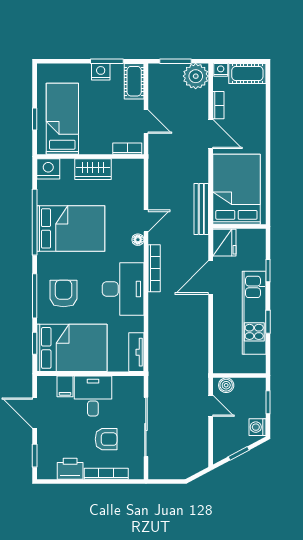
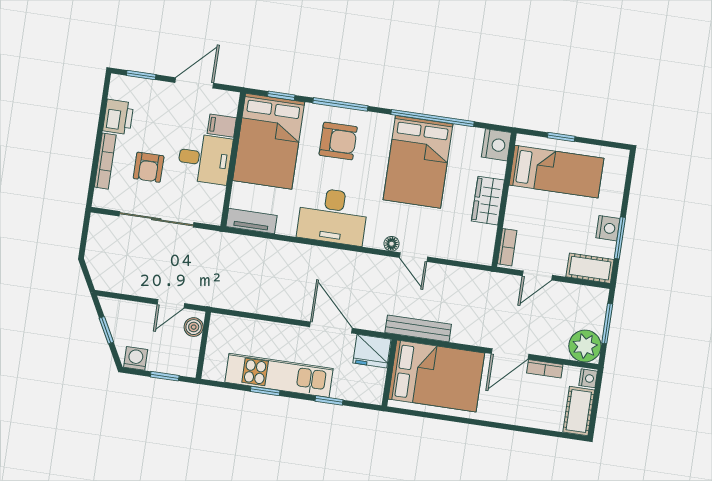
bookcase: (154, 268) -> (353, 259), removed

